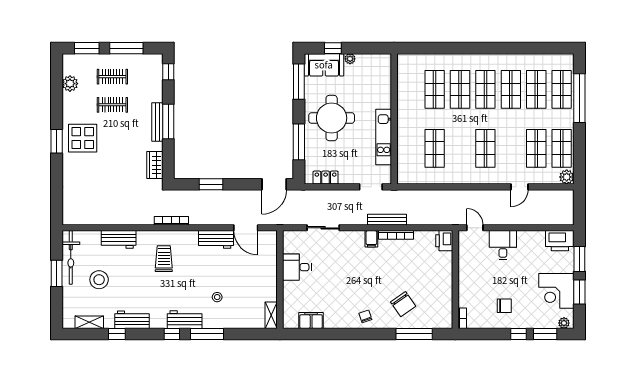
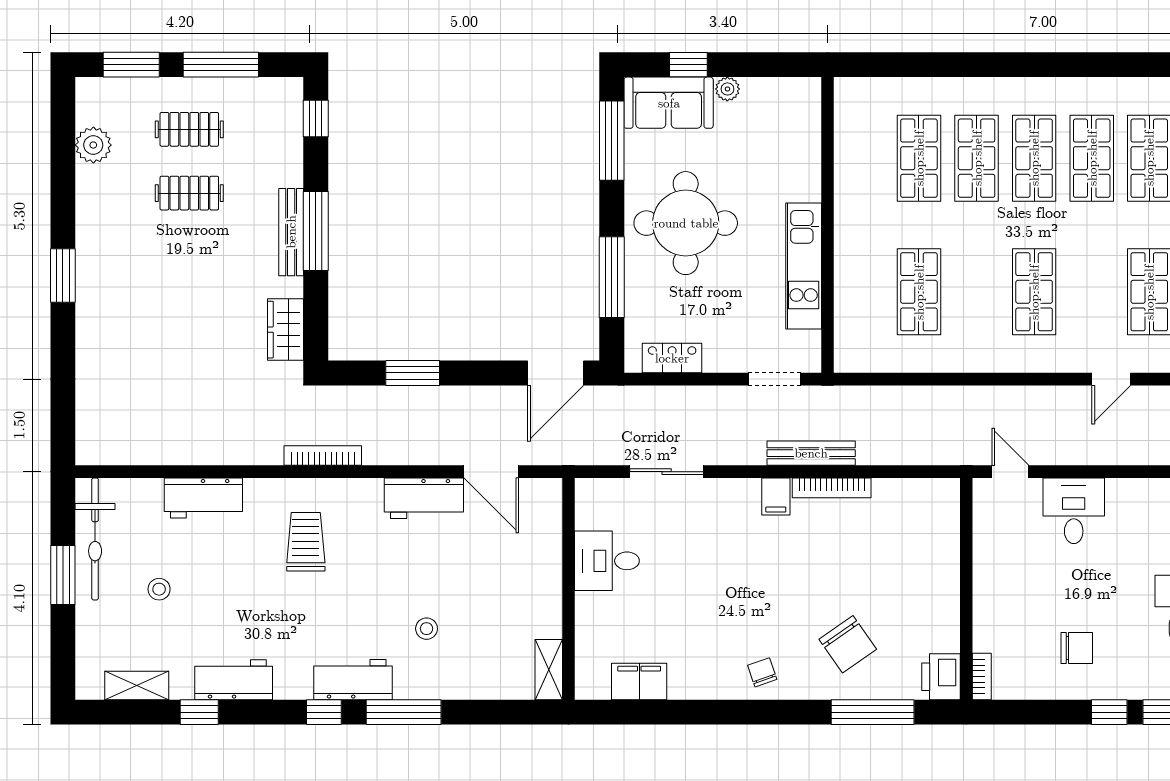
display table: (83, 138) -> (122, 268), removed
printer: (444, 241) -> (941, 677), moved
stool: (99, 280) -> (159, 589), width x0.53, depth x0.53

